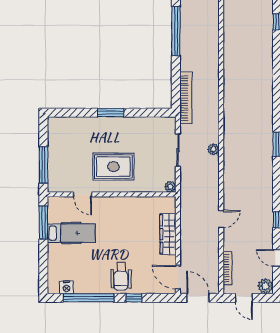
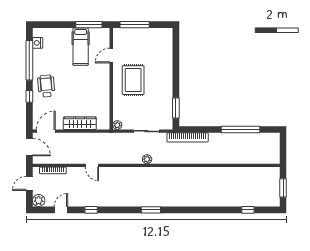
window: (110, 113) -> (176, 108), moved
wheelchair: (121, 276) -> (46, 86), turned 85
door: (198, 298) -> (29, 147), hinge flipped

